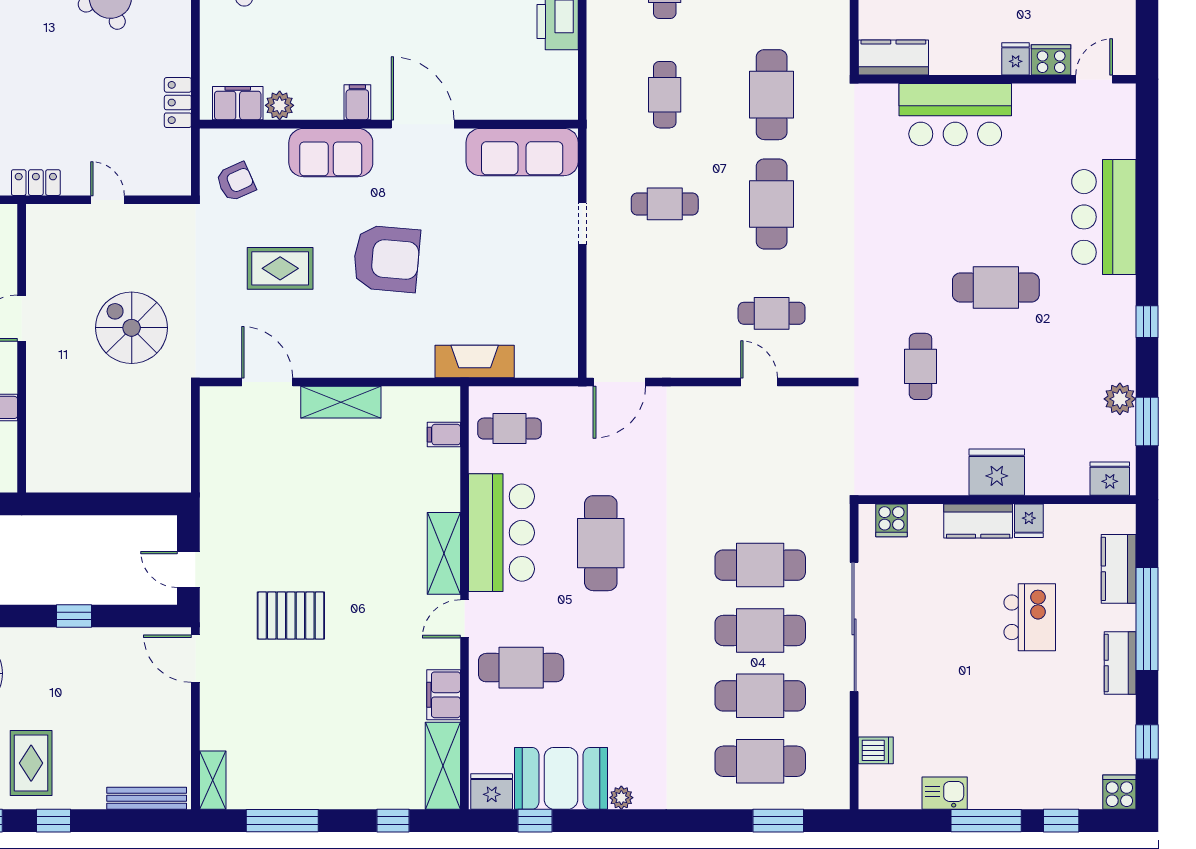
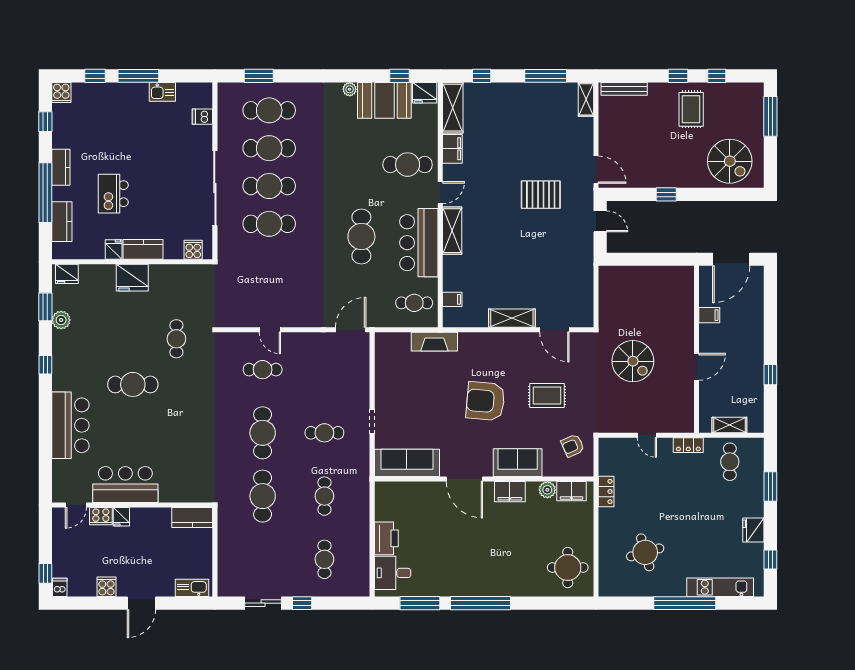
filing cabinet: (357, 102) -> (510, 492), width x2.00
bar counter: (955, 115) -> (125, 485), moved

